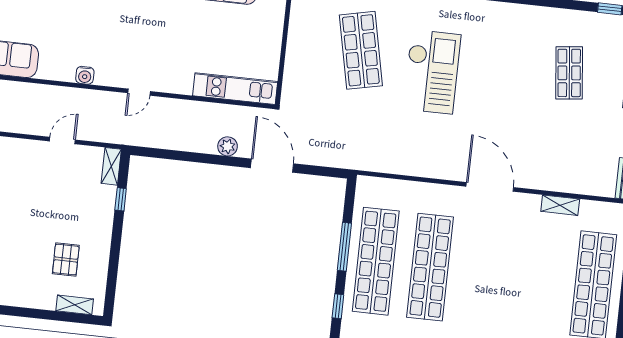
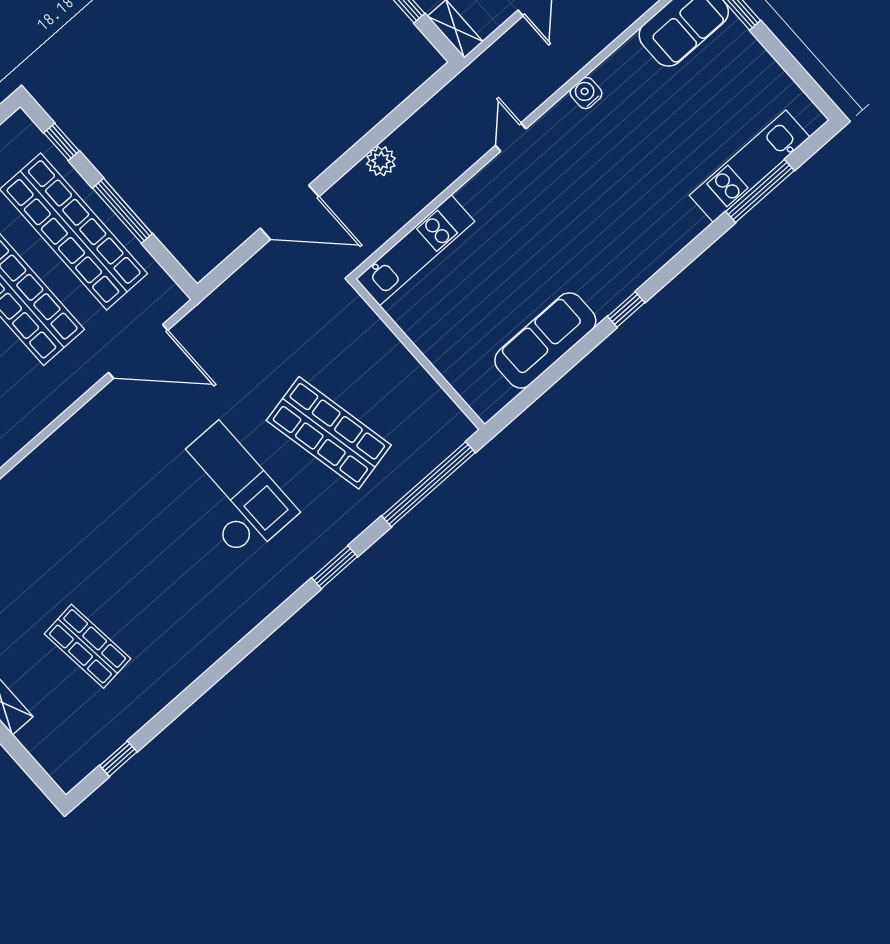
checkout: (432, 72) -> (231, 491), turned 180
plant: (228, 146) -> (381, 161), moved
door: (490, 187) -> (138, 351), moved

